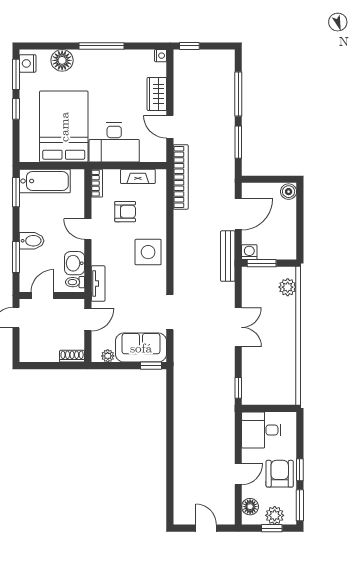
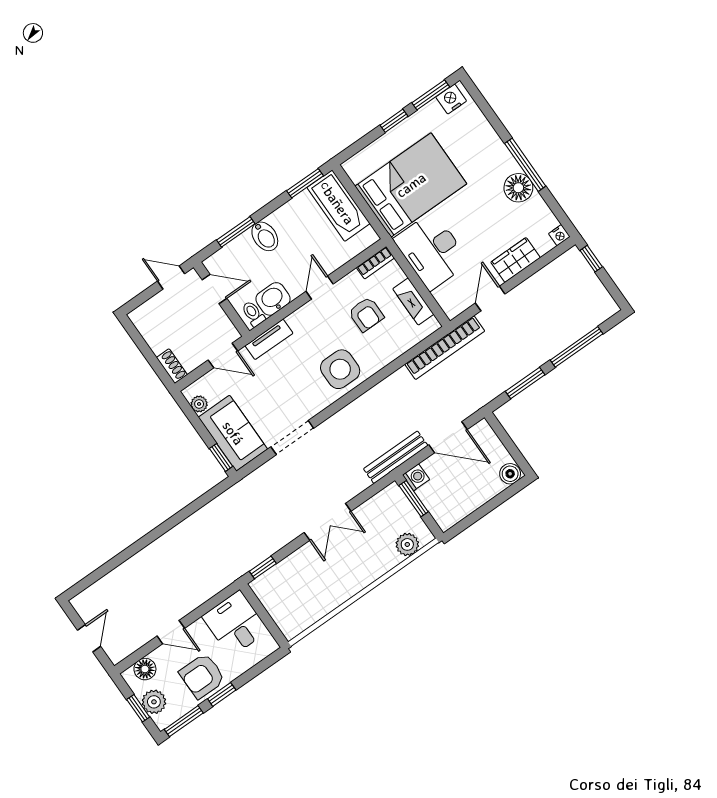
floor lamp: (62, 60) -> (518, 188), moved
armchair: (280, 474) -> (202, 676), turned 180

